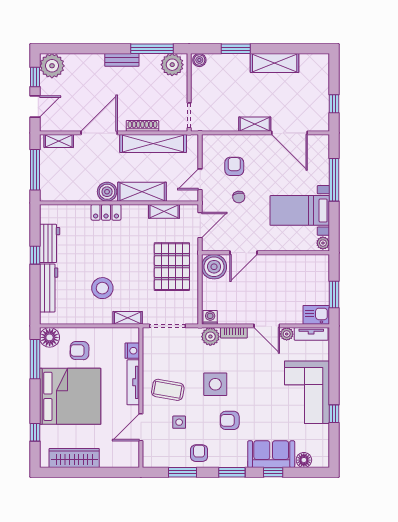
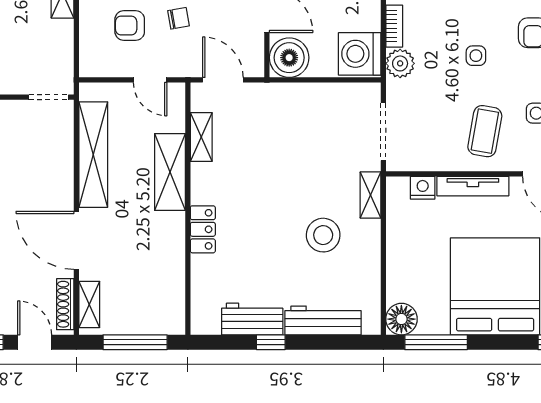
shoe rack: (142, 126) -> (65, 304), moved
boiler: (107, 192) -> (170, 228), removed
pallet: (172, 267) -> (289, 125), removed
washing machine: (210, 317) -> (360, 54), width x1.89, depth x1.89
armchair: (79, 351) -> (422, 271), removed
side table: (215, 384) -> (476, 56), width x0.54, depth x0.54

